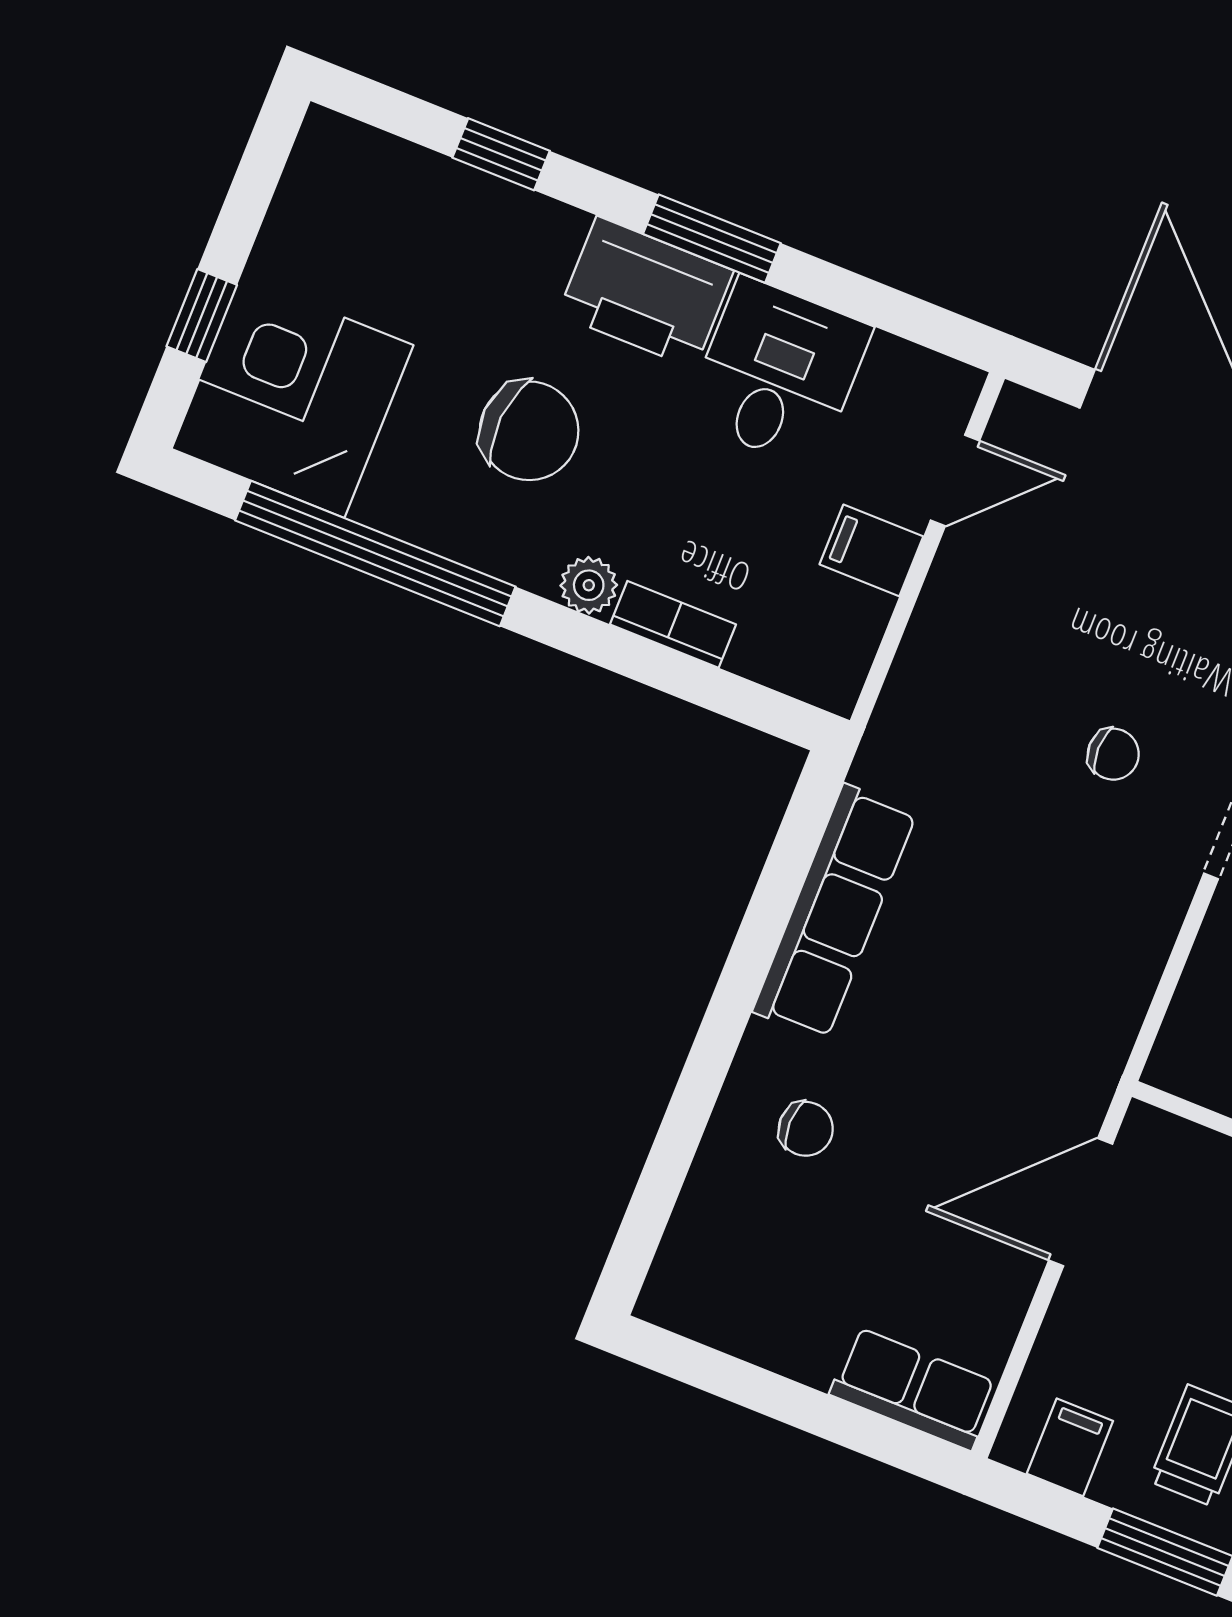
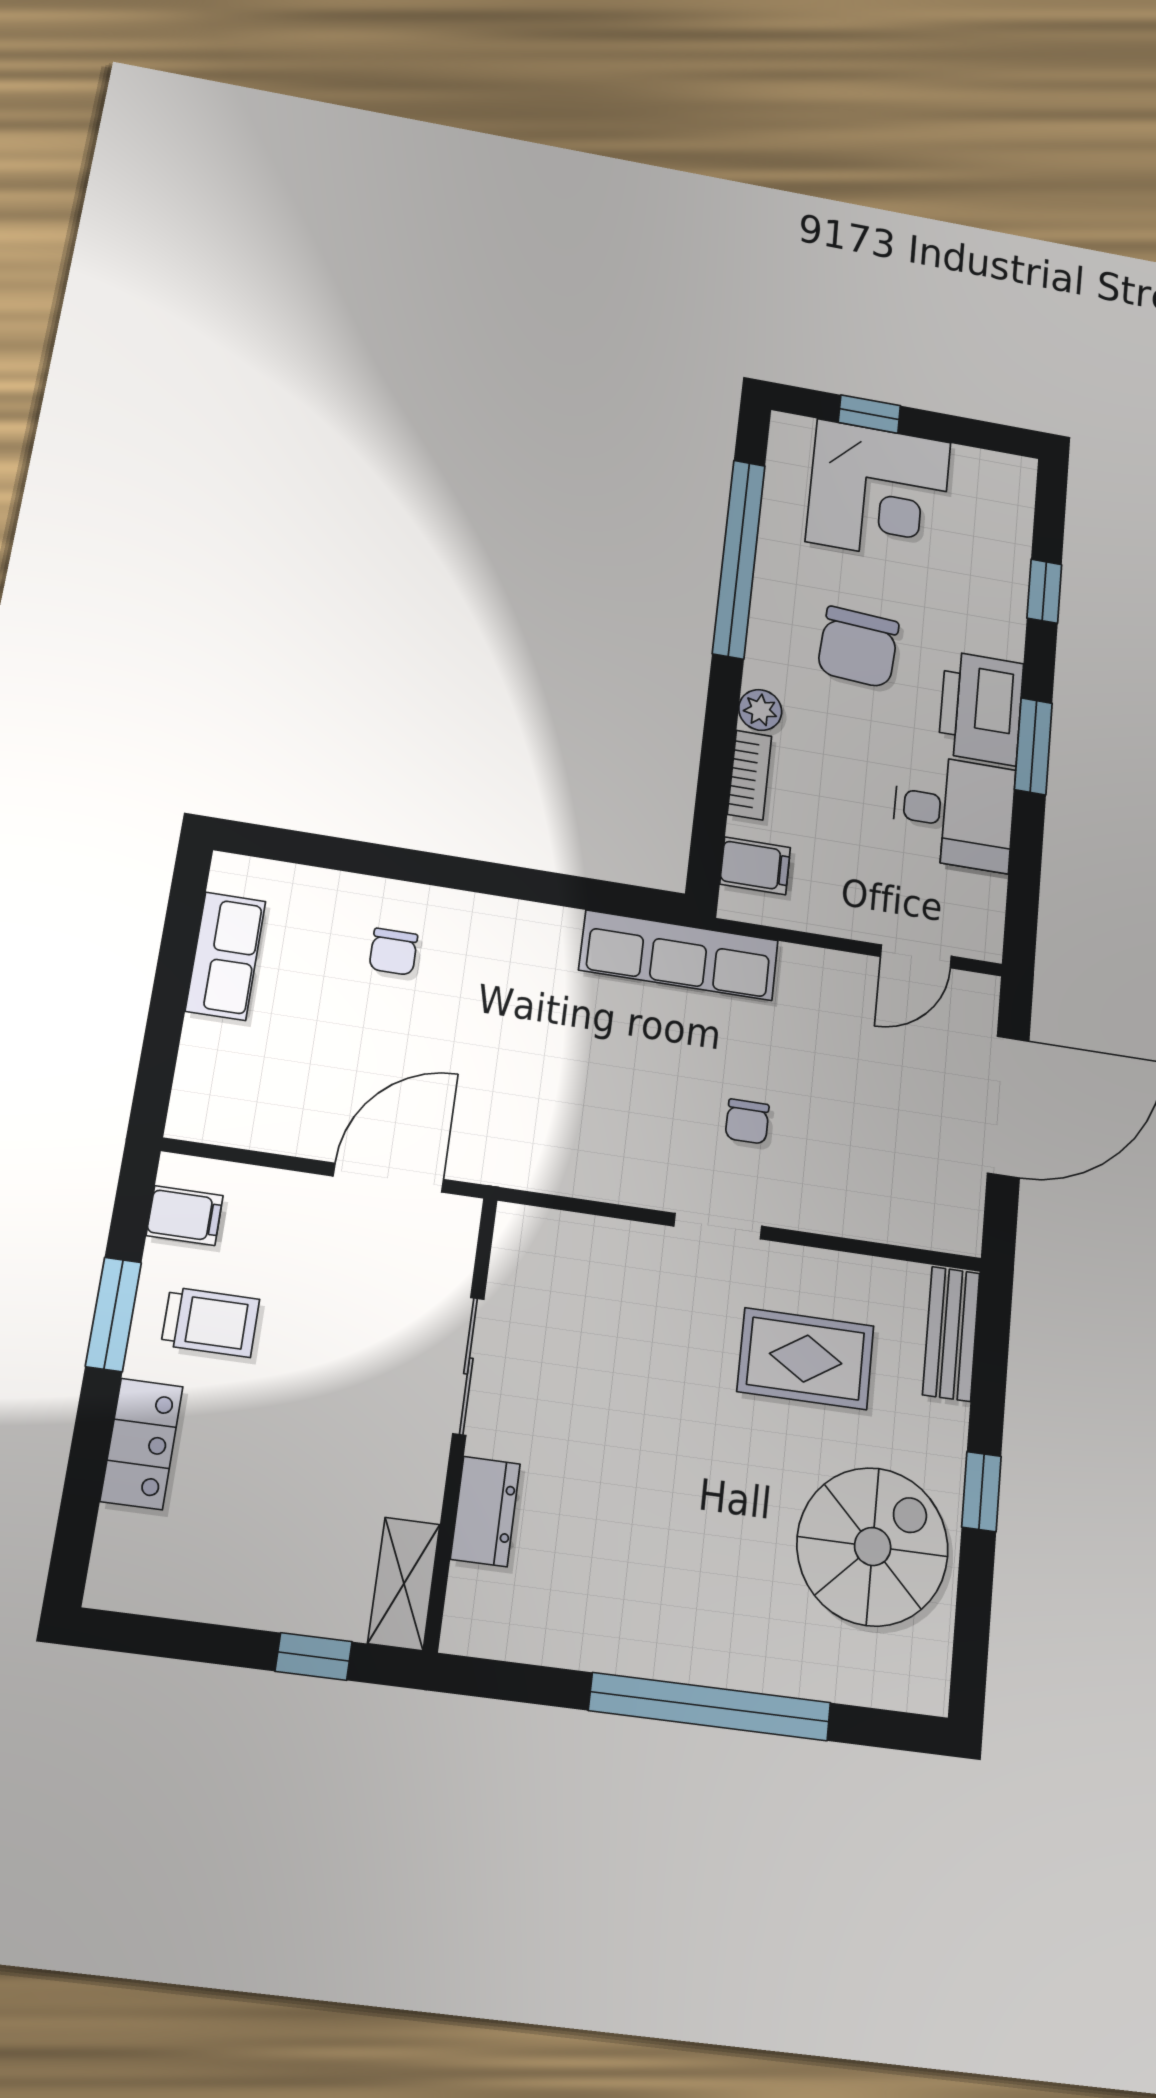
corner desk: (292, 397) -> (878, 492), moved, turned 90
door: (955, 481) -> (916, 956), hinge flipped
filing cabinet: (871, 550) -> (755, 866), moved, turned 90
row of seats: (835, 912) -> (679, 955), moved
door: (1081, 1202) -> (388, 1178), hinge flipped
row of seats: (914, 1389) -> (226, 956), moved

